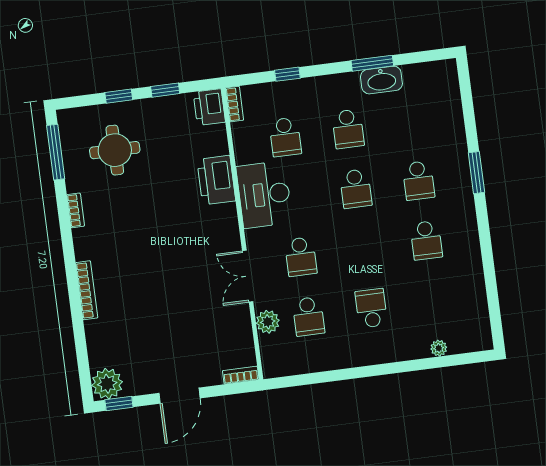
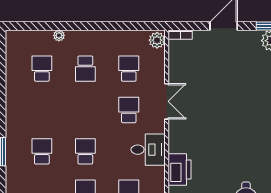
desk: (264, 195) -> (148, 150), width x0.73
school desk: (426, 240) -> (42, 69), moved
plant: (268, 322) -> (157, 40), moved
plant: (439, 348) -> (59, 35), moved

